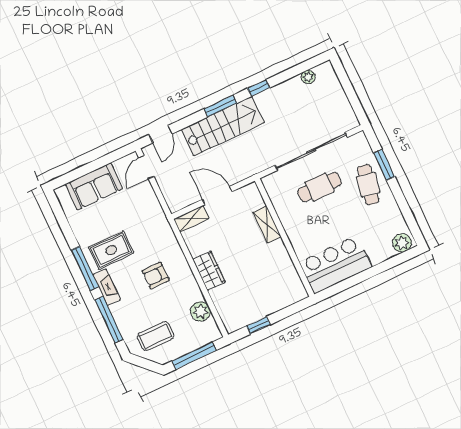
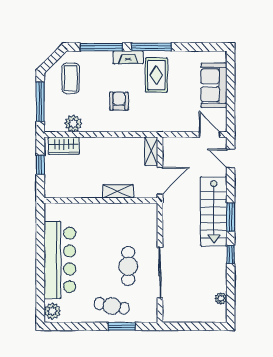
sliding door: (311, 151) -> (160, 273), width x0.73
shelving: (267, 224) -> (118, 191), moved
wall: (285, 237) -> (101, 201), moved
bar counter: (336, 265) -> (60, 260), width x1.36
wardrobe: (209, 271) -> (64, 146), moved

